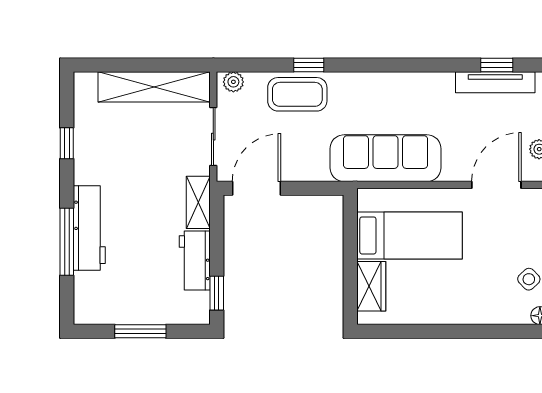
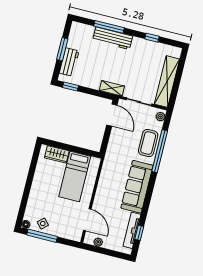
window: (309, 65) -> (160, 151), width x3.17
sofa: (386, 158) -> (137, 187), moved, turned 180
workbench: (195, 261) -> (69, 62), moved, turned 90

